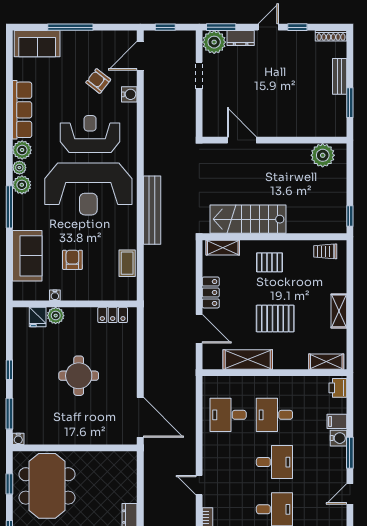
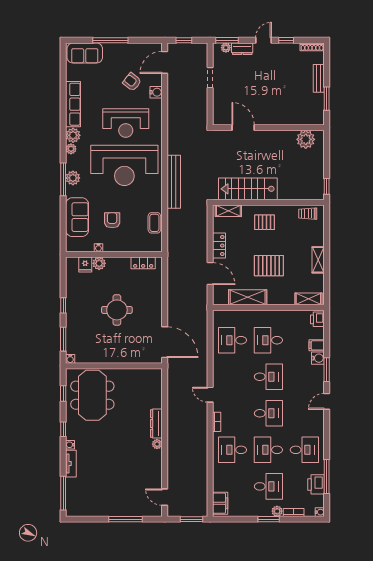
plant: (214, 42) -> (226, 48), width x0.53, depth x0.53
reception desk: (90, 134) -> (126, 123), turned 180
plant: (22, 185) -> (73, 178), moved

